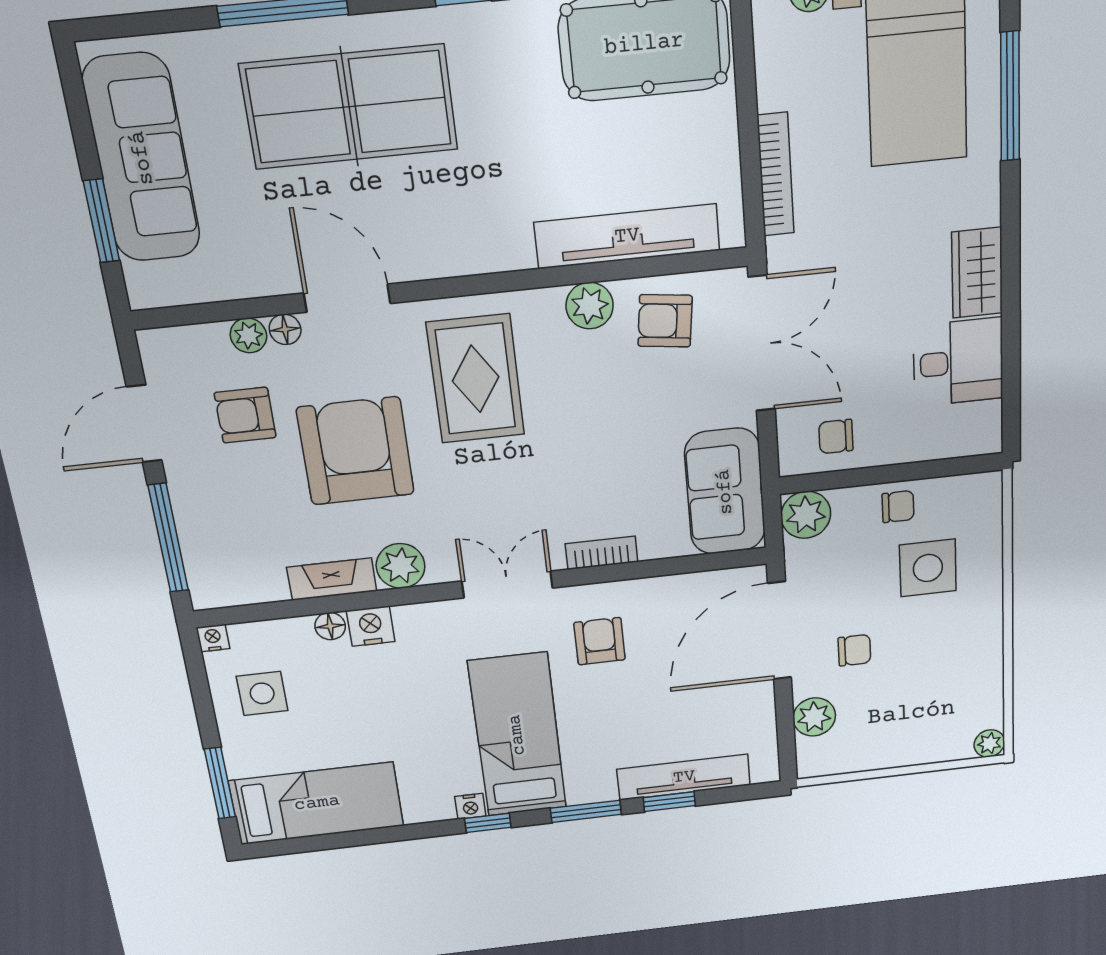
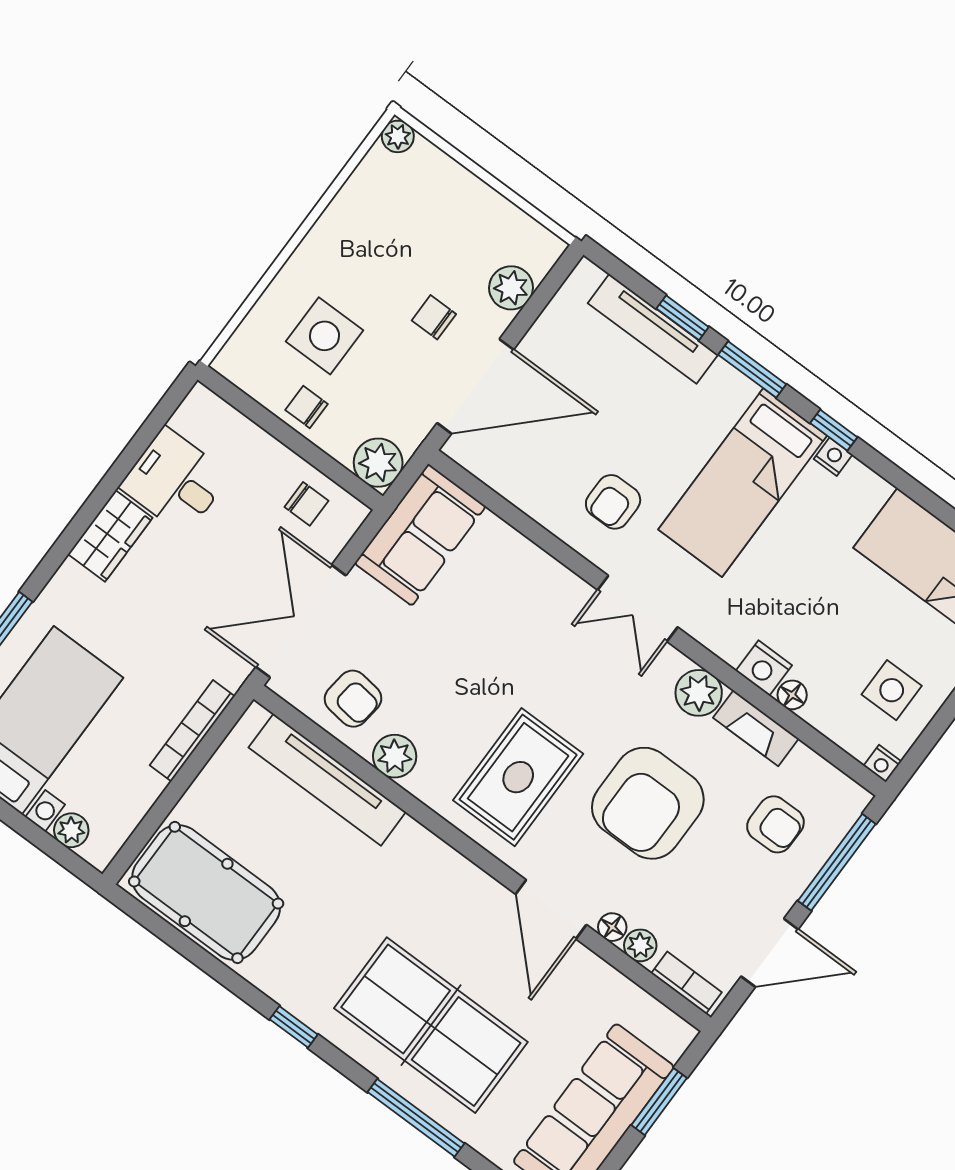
armchair: (245, 415) -> (775, 824), moved
bookcase: (602, 553) -> (686, 983), moved, turned 180

